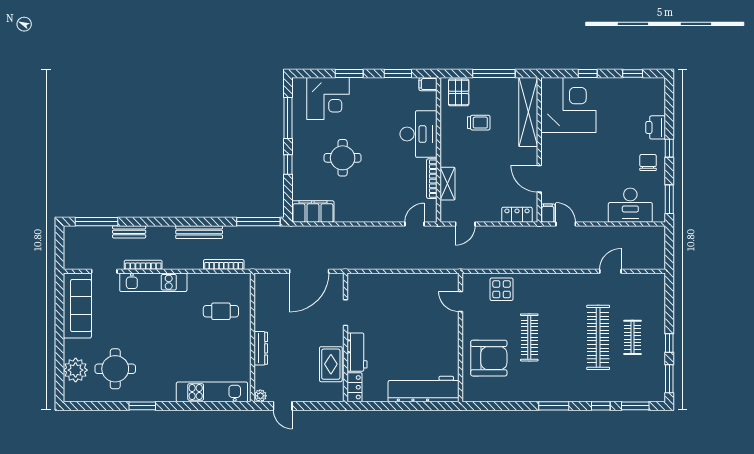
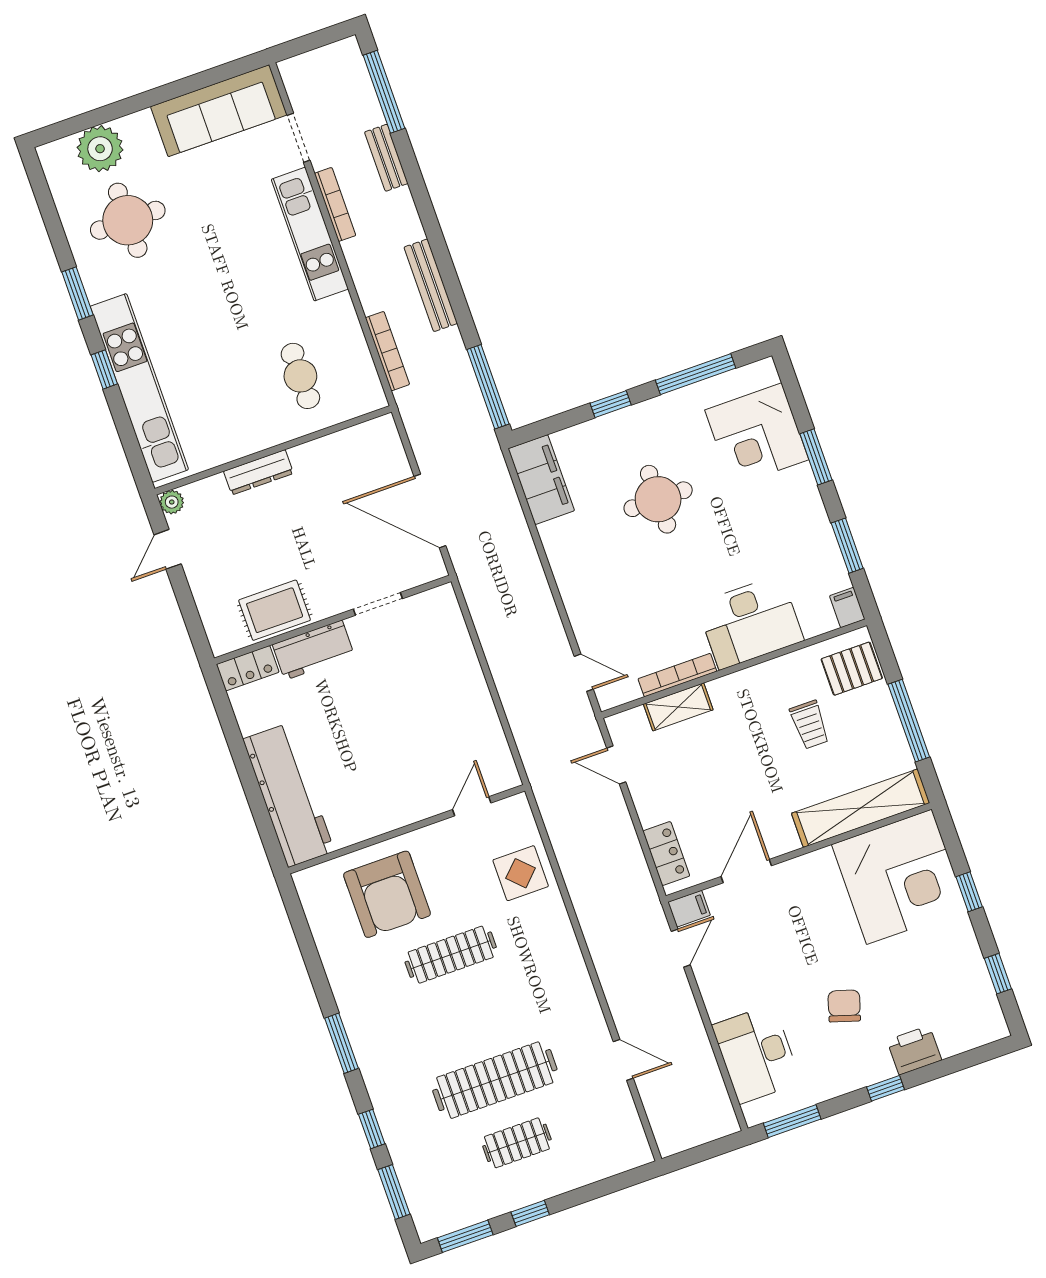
chair: (648, 163) -> (844, 1006), moved, turned -73
kitchen unit: (212, 392) -> (139, 388), width x1.36
window: (184, 406) -> (104, 369), added

